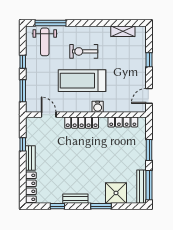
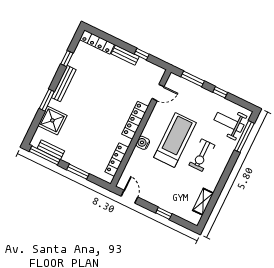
exercise bike: (84, 51) -> (202, 155), turned 180
bench: (141, 187) -> (51, 150), width x0.73
bench: (75, 199) -> (64, 84), width x1.36

